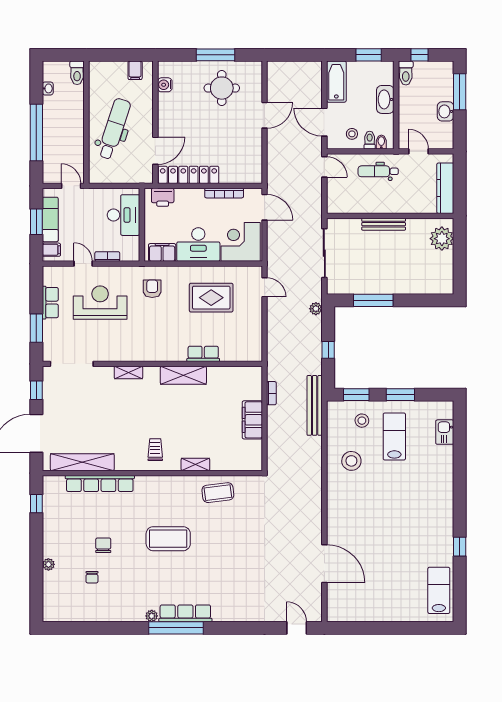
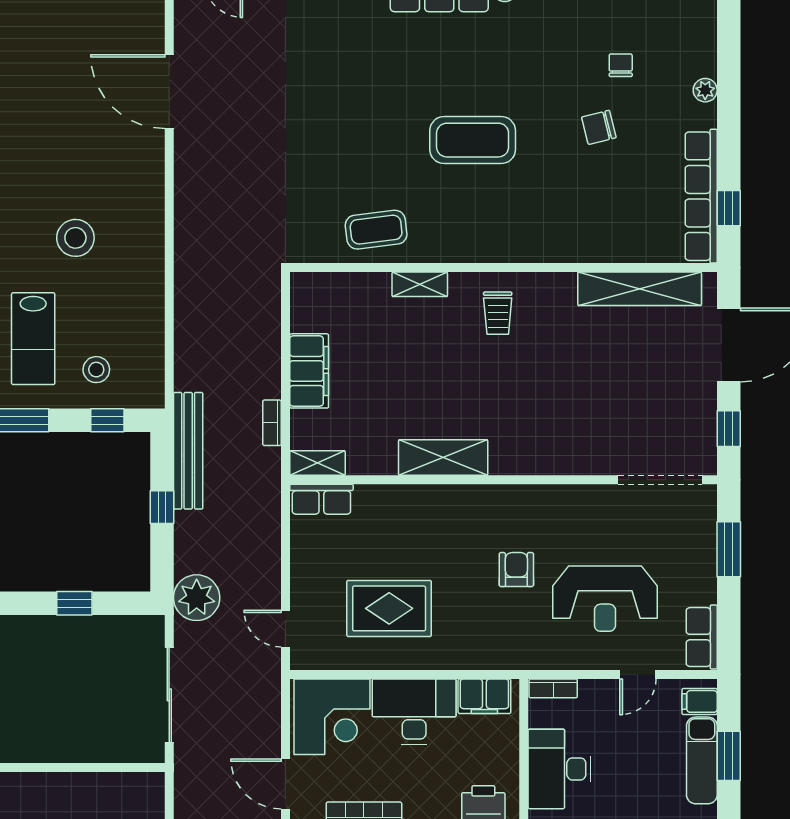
bench: (384, 224) -> (54, 751), removed
bookcase: (107, 256) -> (553, 688), moved
door: (83, 264) -> (638, 674), hinge flipped
armchair: (152, 289) -> (516, 570), moved, turned 180
window: (373, 300) -> (74, 603), width x0.46
row of seats: (50, 303) -> (702, 637), moved
plant: (316, 309) -> (197, 598), width x1.87, depth x1.87
row of seats: (203, 354) -> (321, 499), moved
shelving: (128, 373) -> (317, 463), moved
window: (356, 395) -> (107, 420), width x0.67
bench: (315, 405) -> (188, 451), moved
stool: (351, 461) -> (75, 238), moved
row of seats: (100, 484) -> (701, 196), moved, turned -90
chair: (103, 545) -> (599, 127), turned 76

